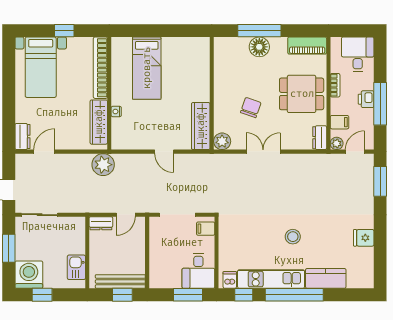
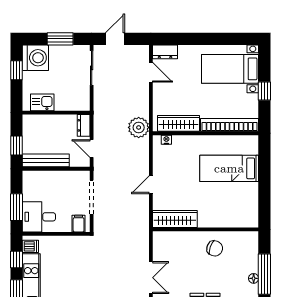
floor lamp: (259, 47) -> (254, 278), width x0.53, depth x0.53
chair: (251, 108) -> (215, 248), moved
nightstand: (116, 111) -> (166, 140), moved
plant: (222, 141) -> (161, 239), removed
bench: (120, 281) -> (46, 160), moved, turned 90

